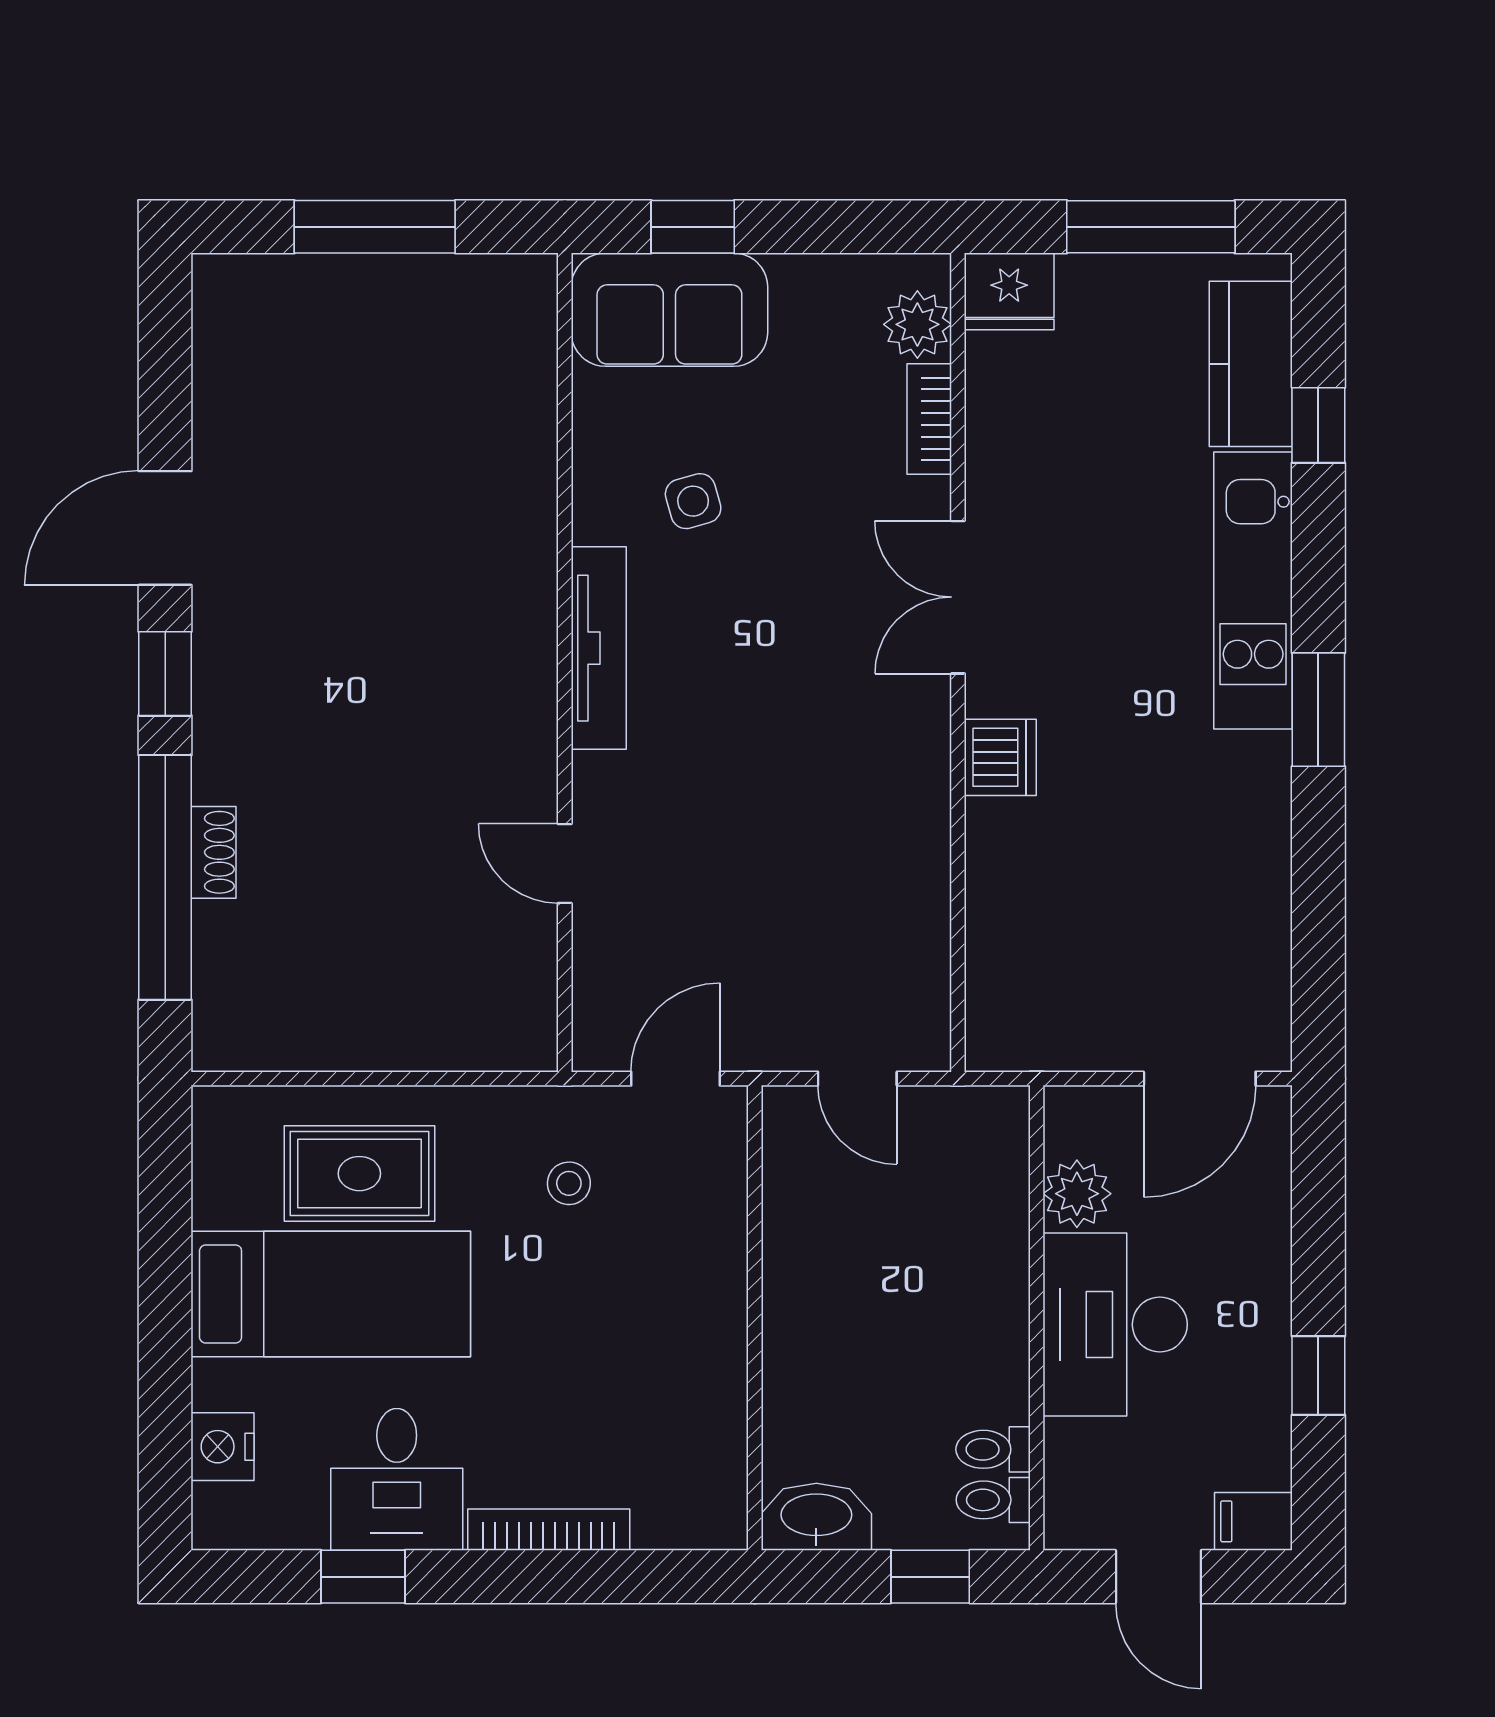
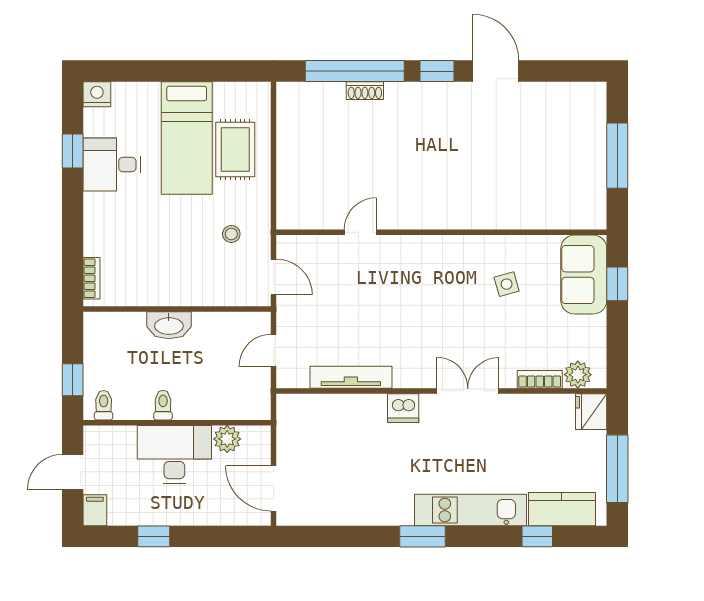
tv unit: (599, 648) -> (351, 377), moved, turned 180
nightstand: (223, 1447) -> (97, 94), moved
toilet: (993, 1449) -> (163, 405), moved
washbasin: (816, 1517) -> (169, 325), moved, turned 90
bookcase: (549, 1530) -> (92, 278), moved, width x0.64

